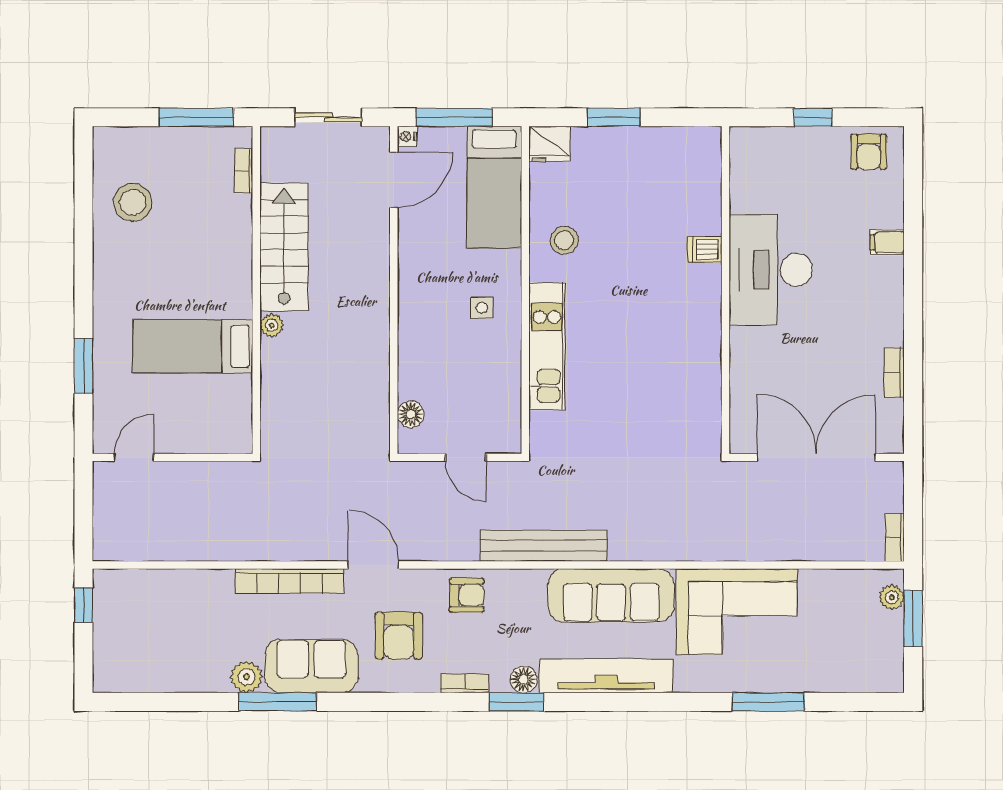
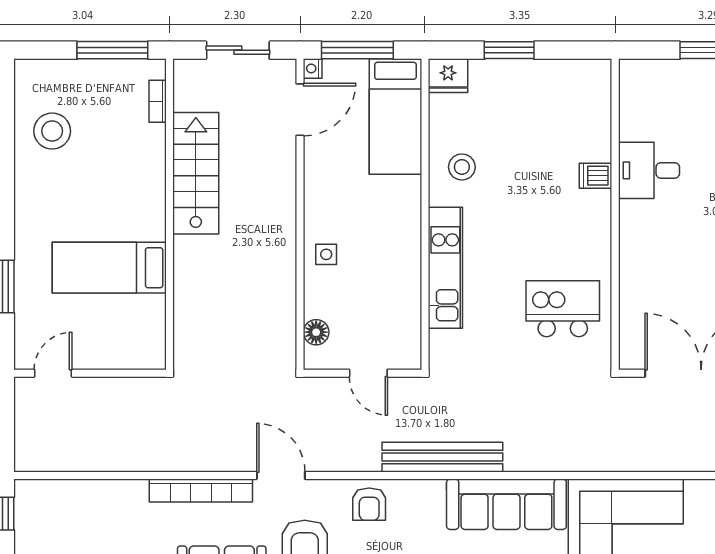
desk: (771, 270) -> (649, 170), width x0.53, depth x0.77
side table: (482, 308) -> (326, 254), moved
plant: (272, 325) -> (184, 248), removed
kitchen island: (670, 390) -> (563, 309), added
armchair: (467, 595) -> (369, 504), turned 90

